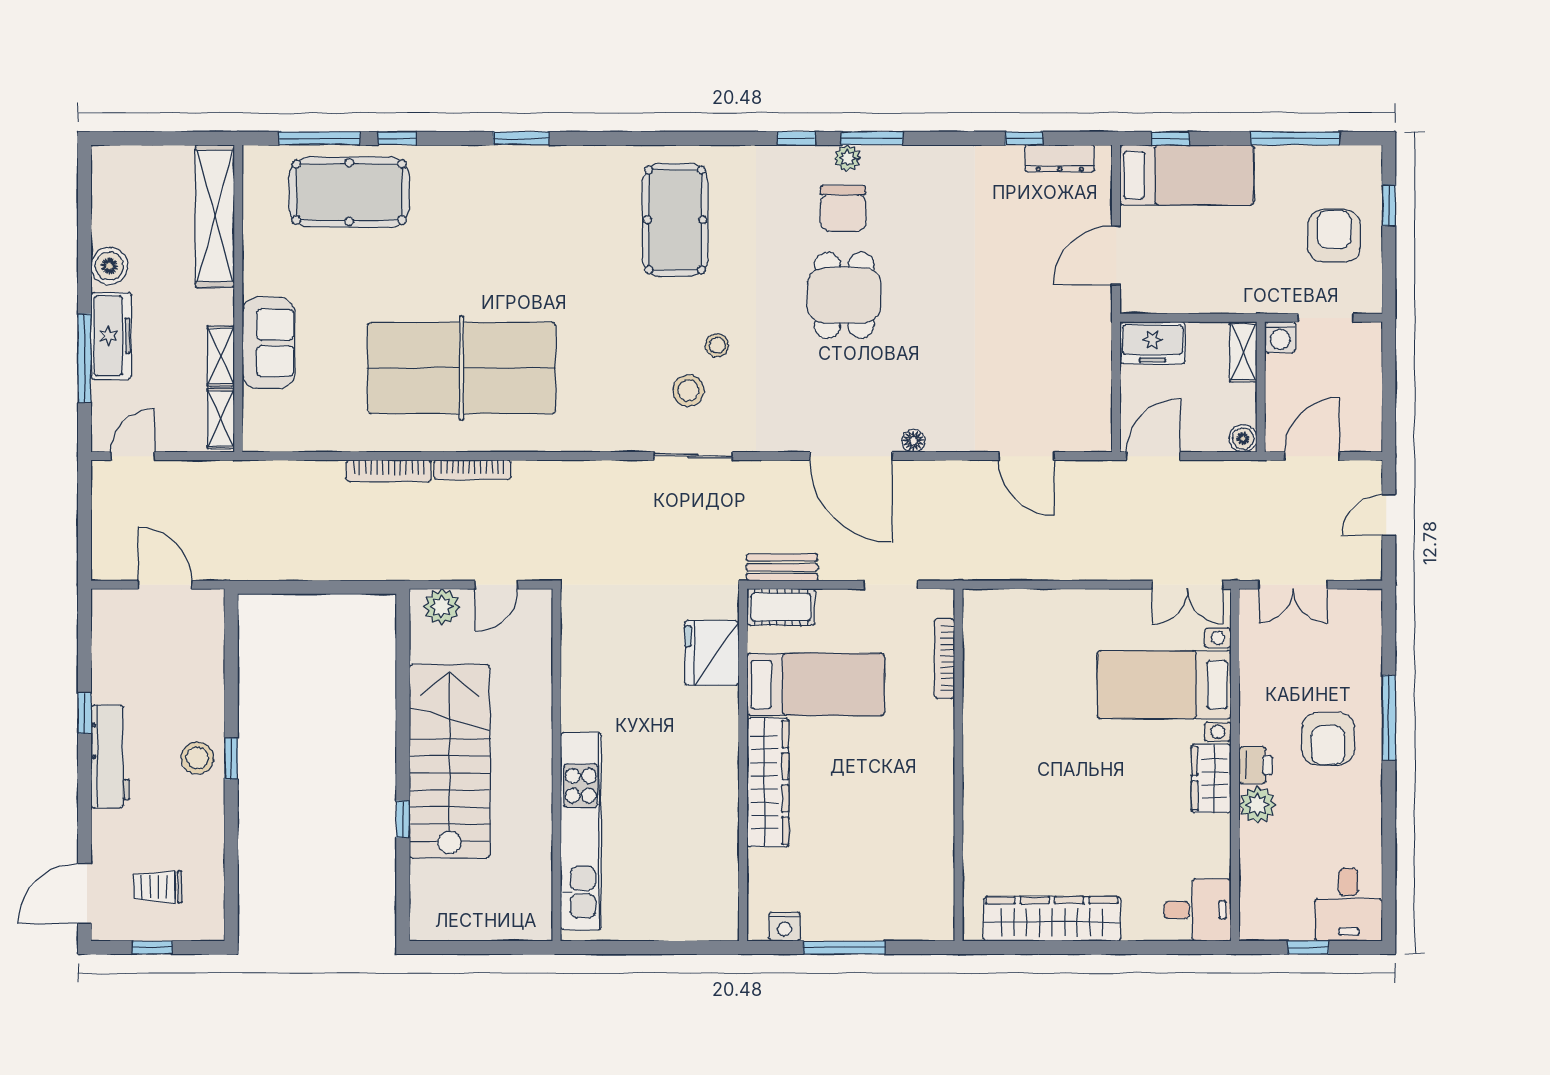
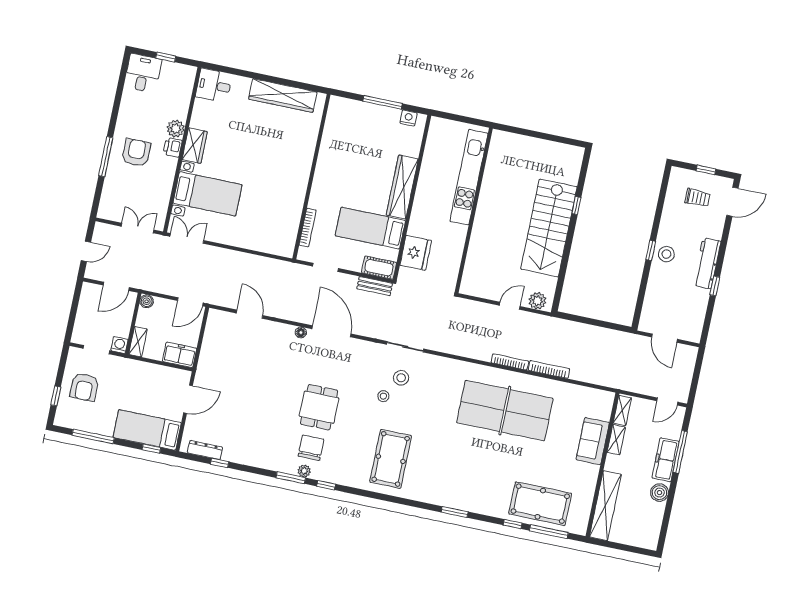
wall: (557, 765) -> (474, 210), moved
kitchen unit: (581, 831) -> (469, 177), moved

